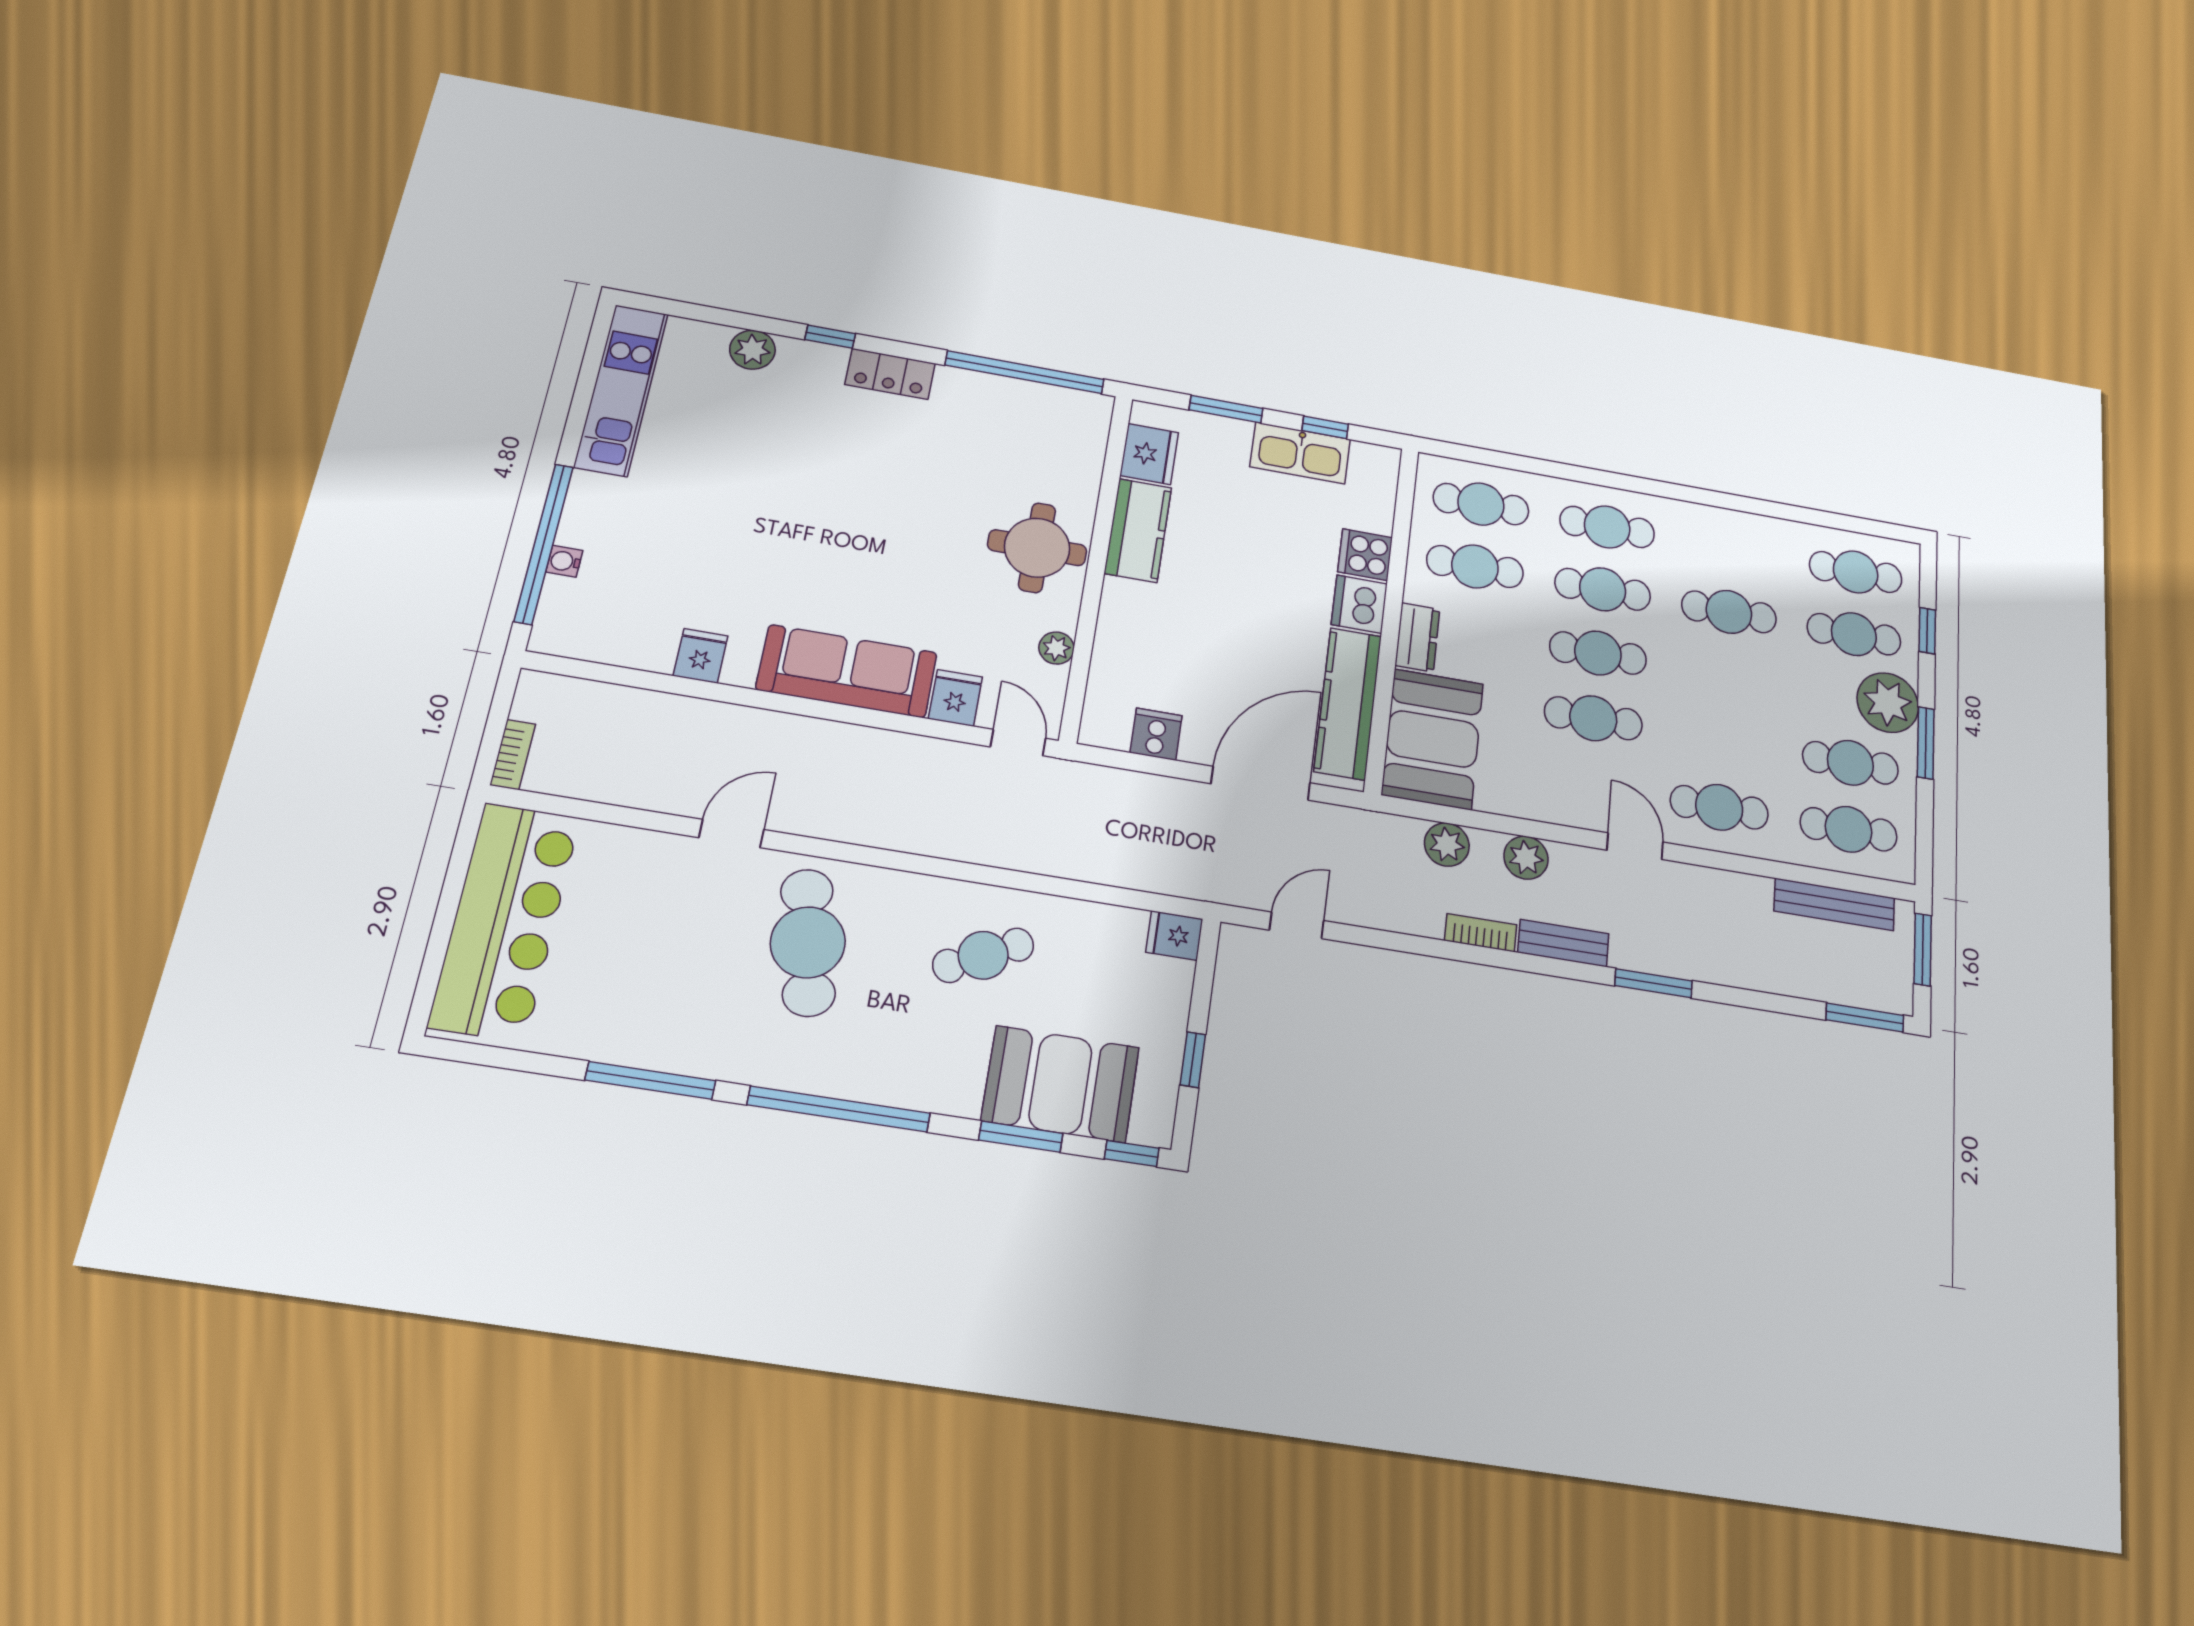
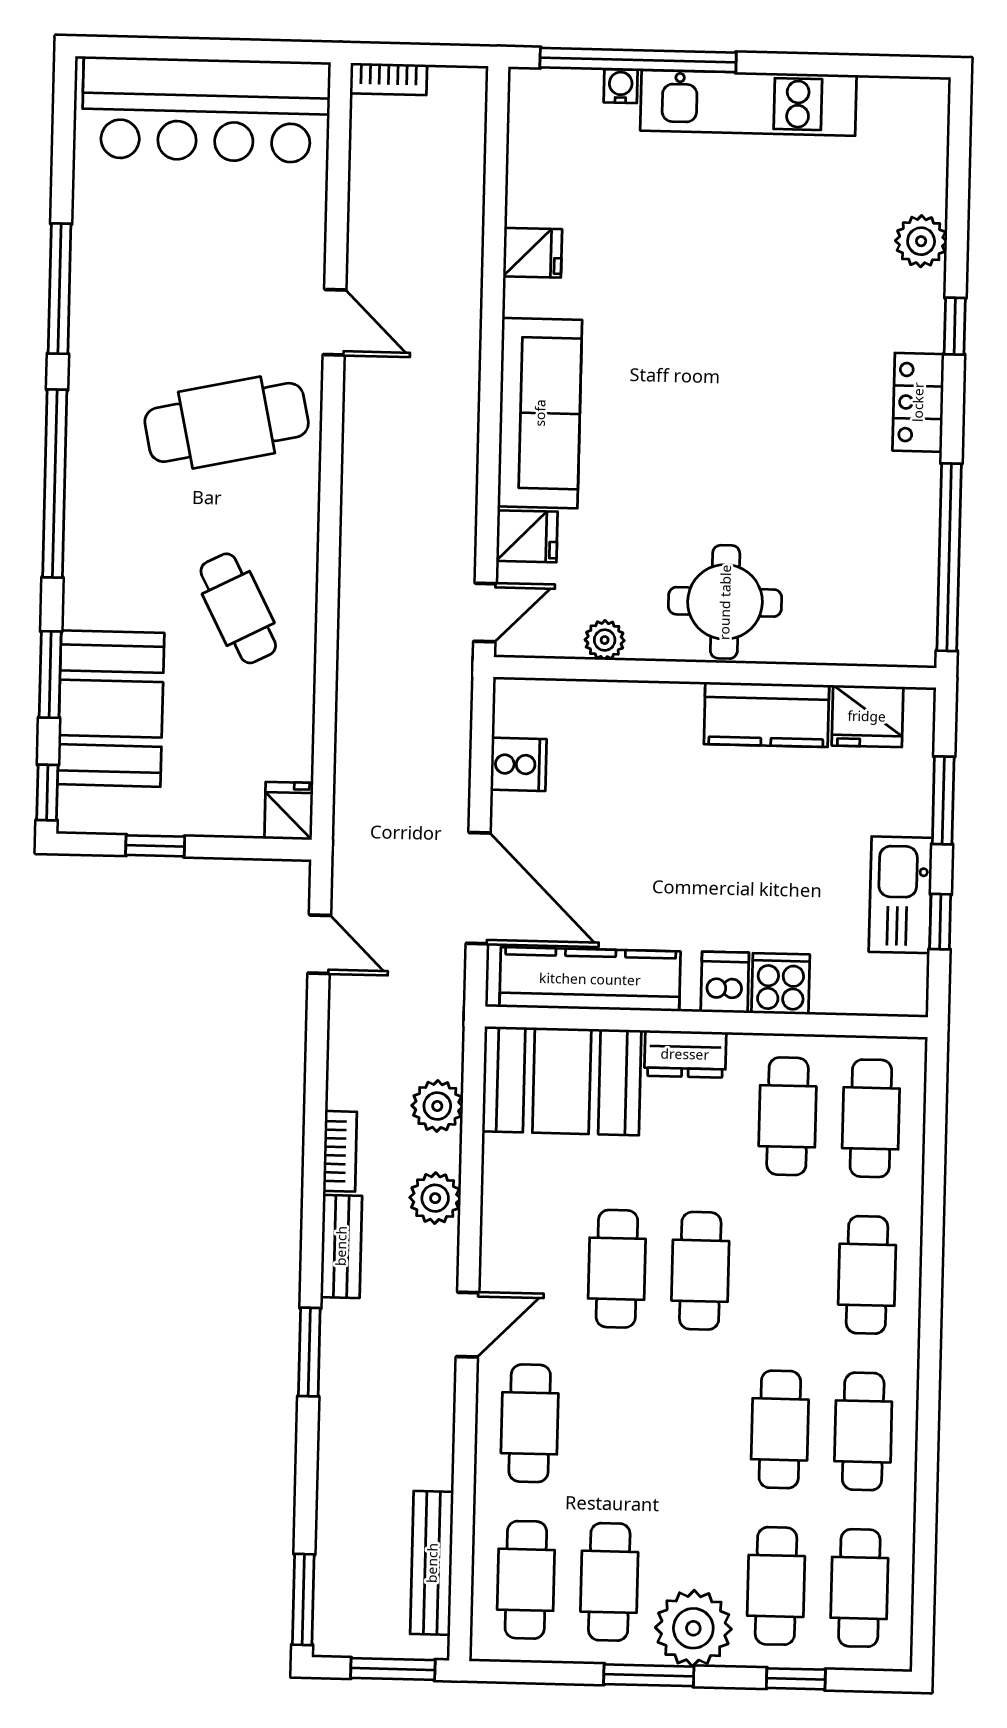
kitchen unit: (621, 390) -> (748, 103), moved
cafe table: (1603, 589) -> (863, 1431), moved
dishwasher: (1359, 604) -> (725, 982), width x0.73

